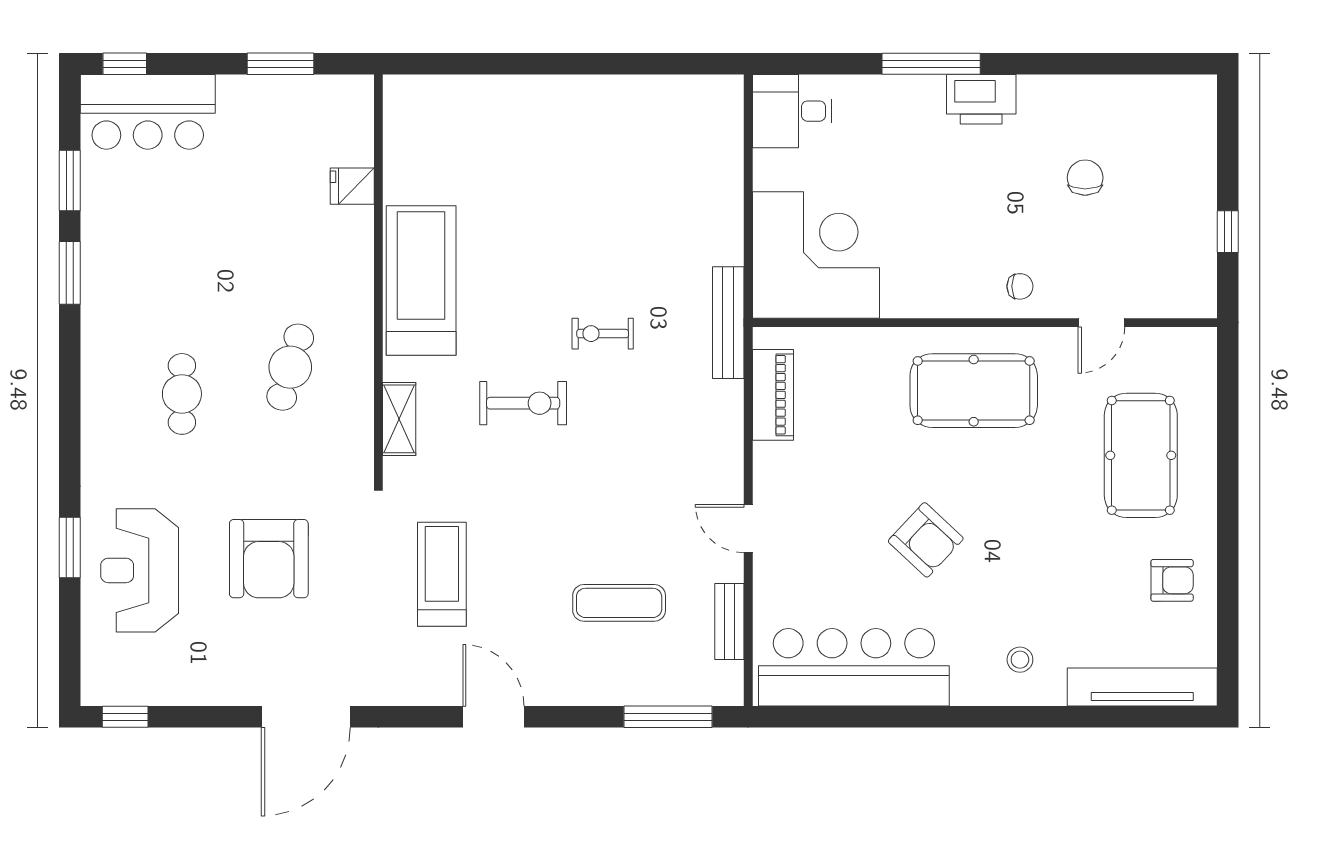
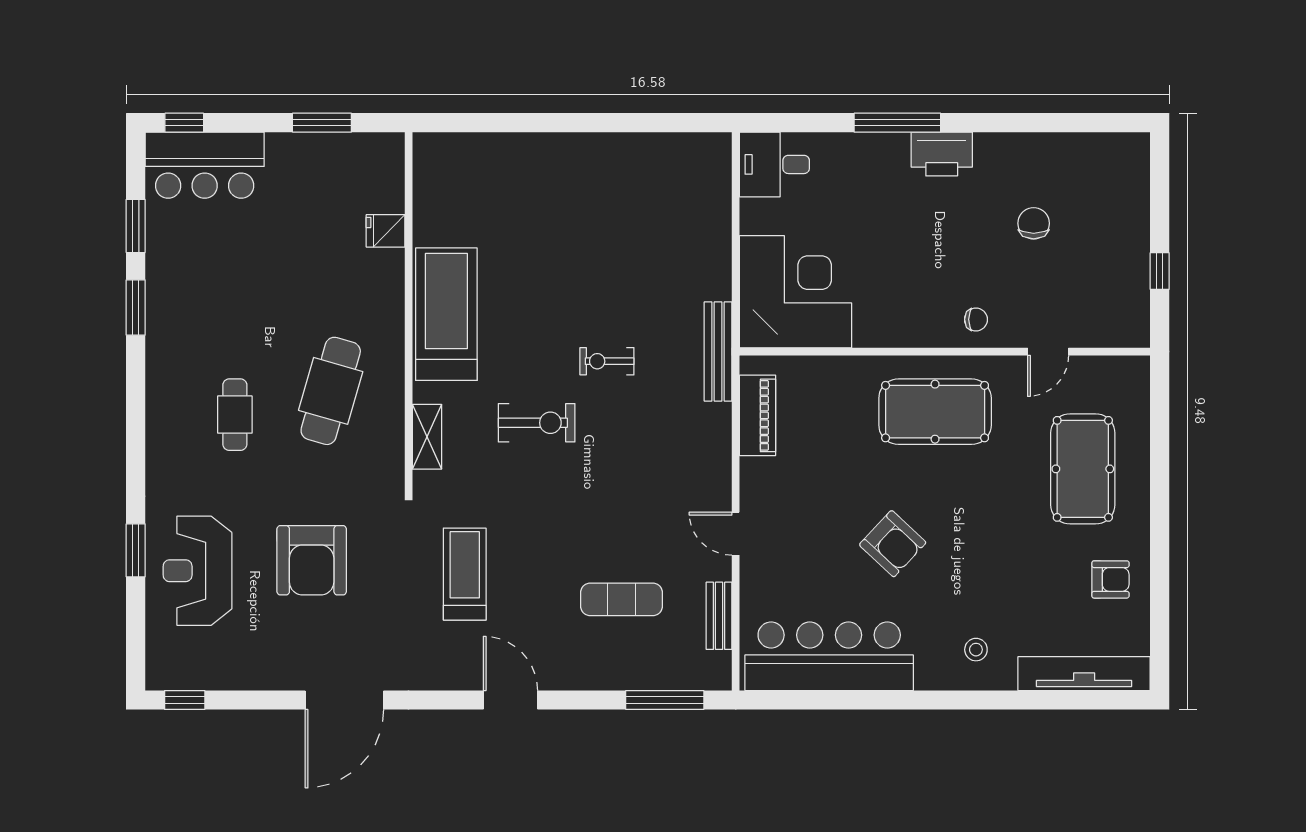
cafe table: (290, 367) -> (331, 391), width x1.37, depth x1.35

